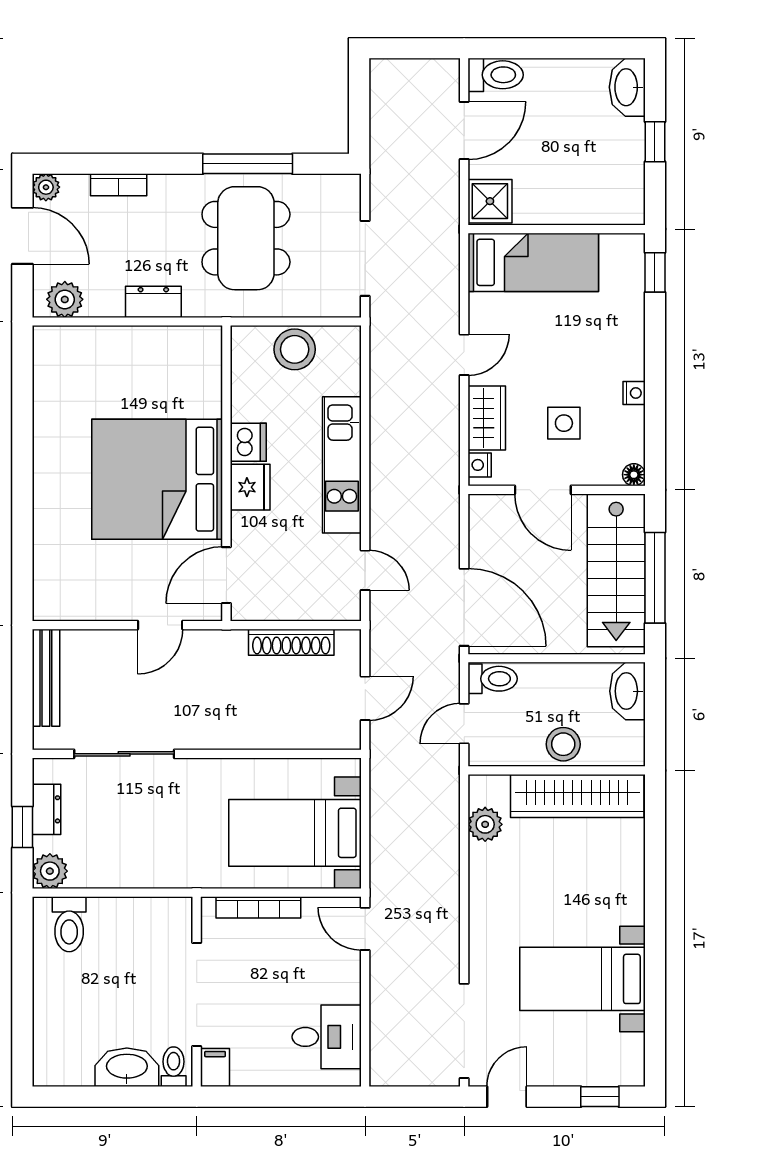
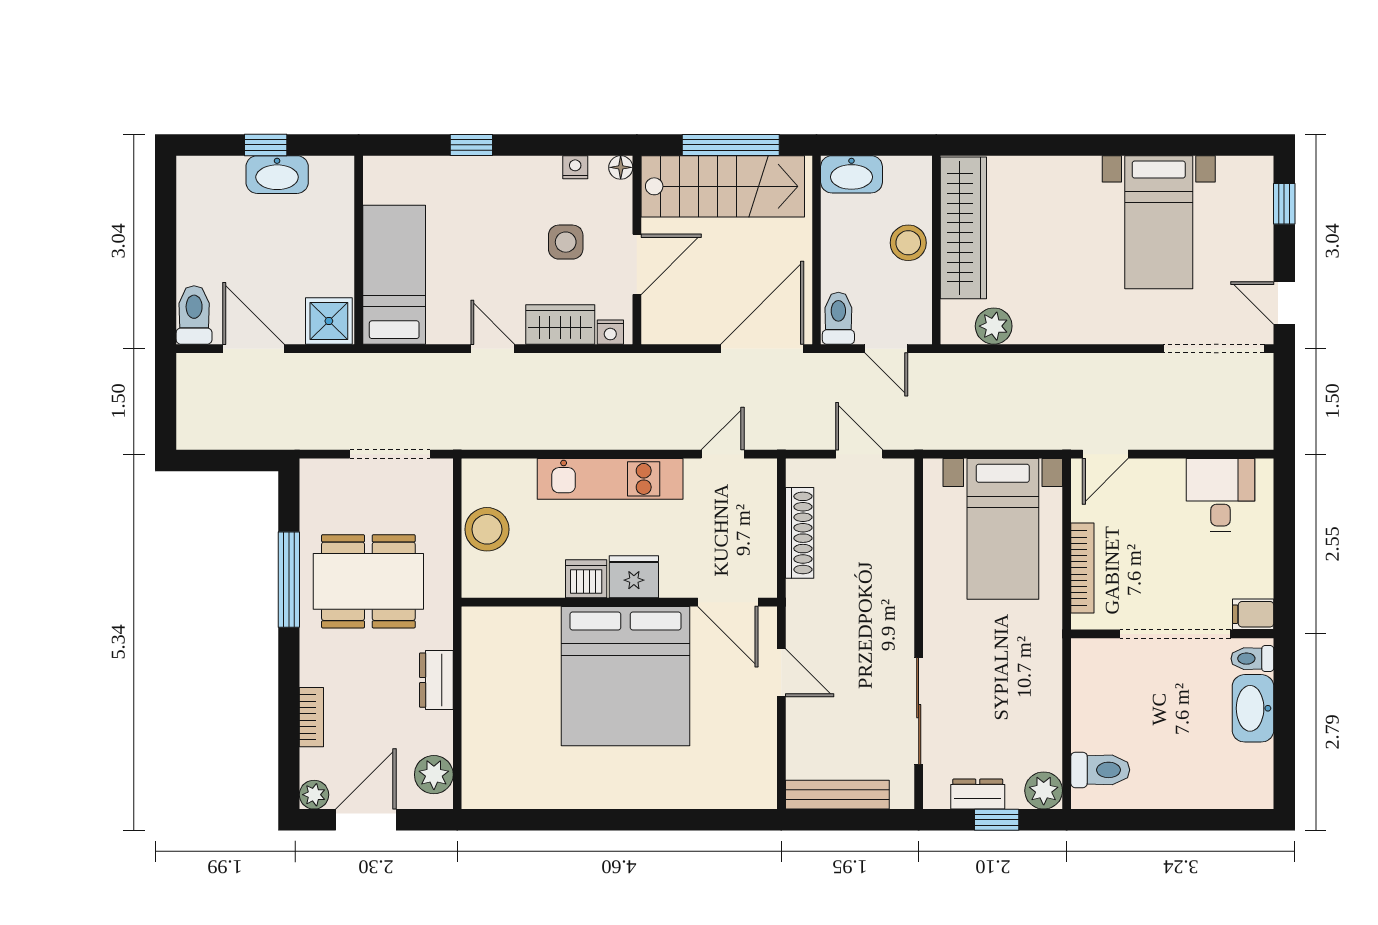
washbasin: (627, 87) -> (277, 175), moved
window: (655, 272) -> (471, 145), moved
nightstand: (634, 393) -> (575, 167), moved

